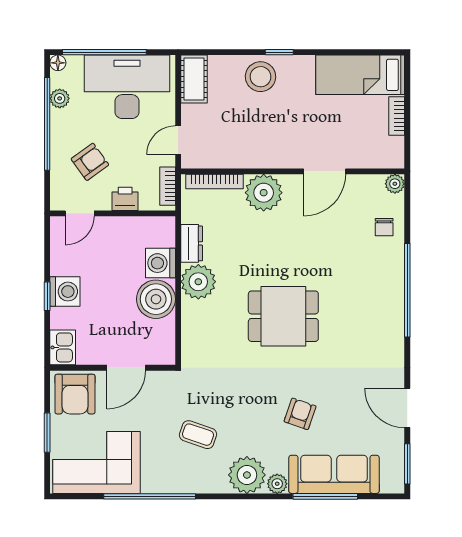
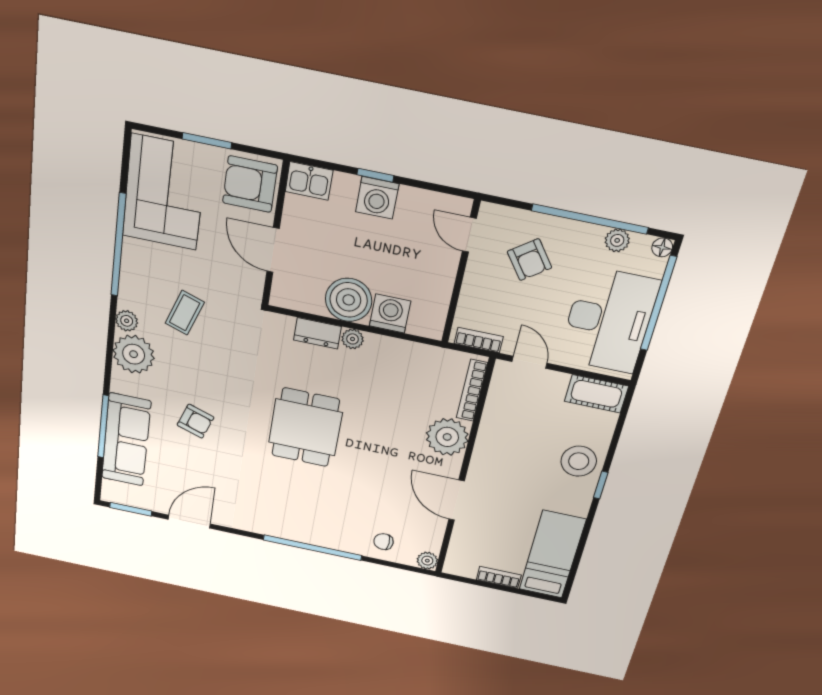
printer: (125, 199) -> (475, 290), removed
dresser: (192, 243) -> (317, 333), moved
plant: (198, 282) -> (353, 339), width x0.53, depth x0.53
plant: (277, 484) -> (127, 321), moved

